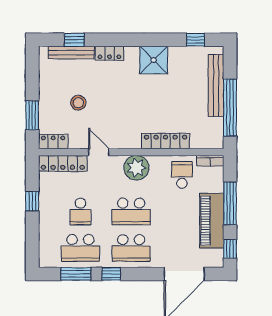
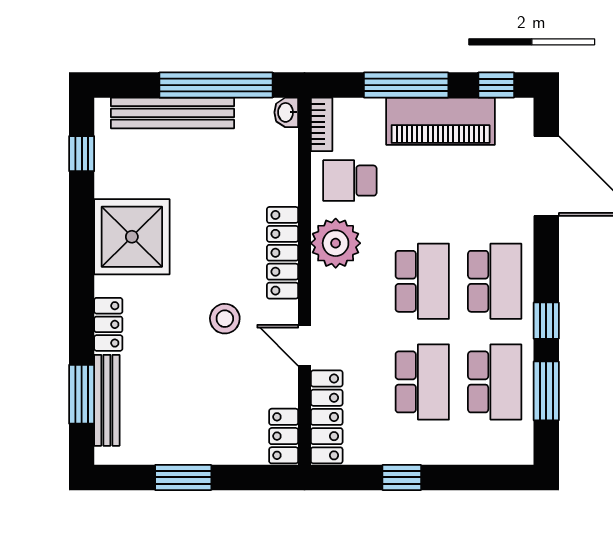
window: (74, 40) -> (82, 394), width x1.50
shower: (154, 60) -> (132, 237), width x1.37, depth x1.37
stool: (78, 103) -> (225, 319), moved
window: (32, 115) -> (183, 477), moved
locker: (166, 141) -> (283, 253), moved
washbasin: (216, 143) -> (286, 112), added
door: (99, 152) -> (305, 345), hinge flipped
plant: (136, 168) -> (336, 243), moved
school desk: (80, 211) -> (422, 382), width x1.85

